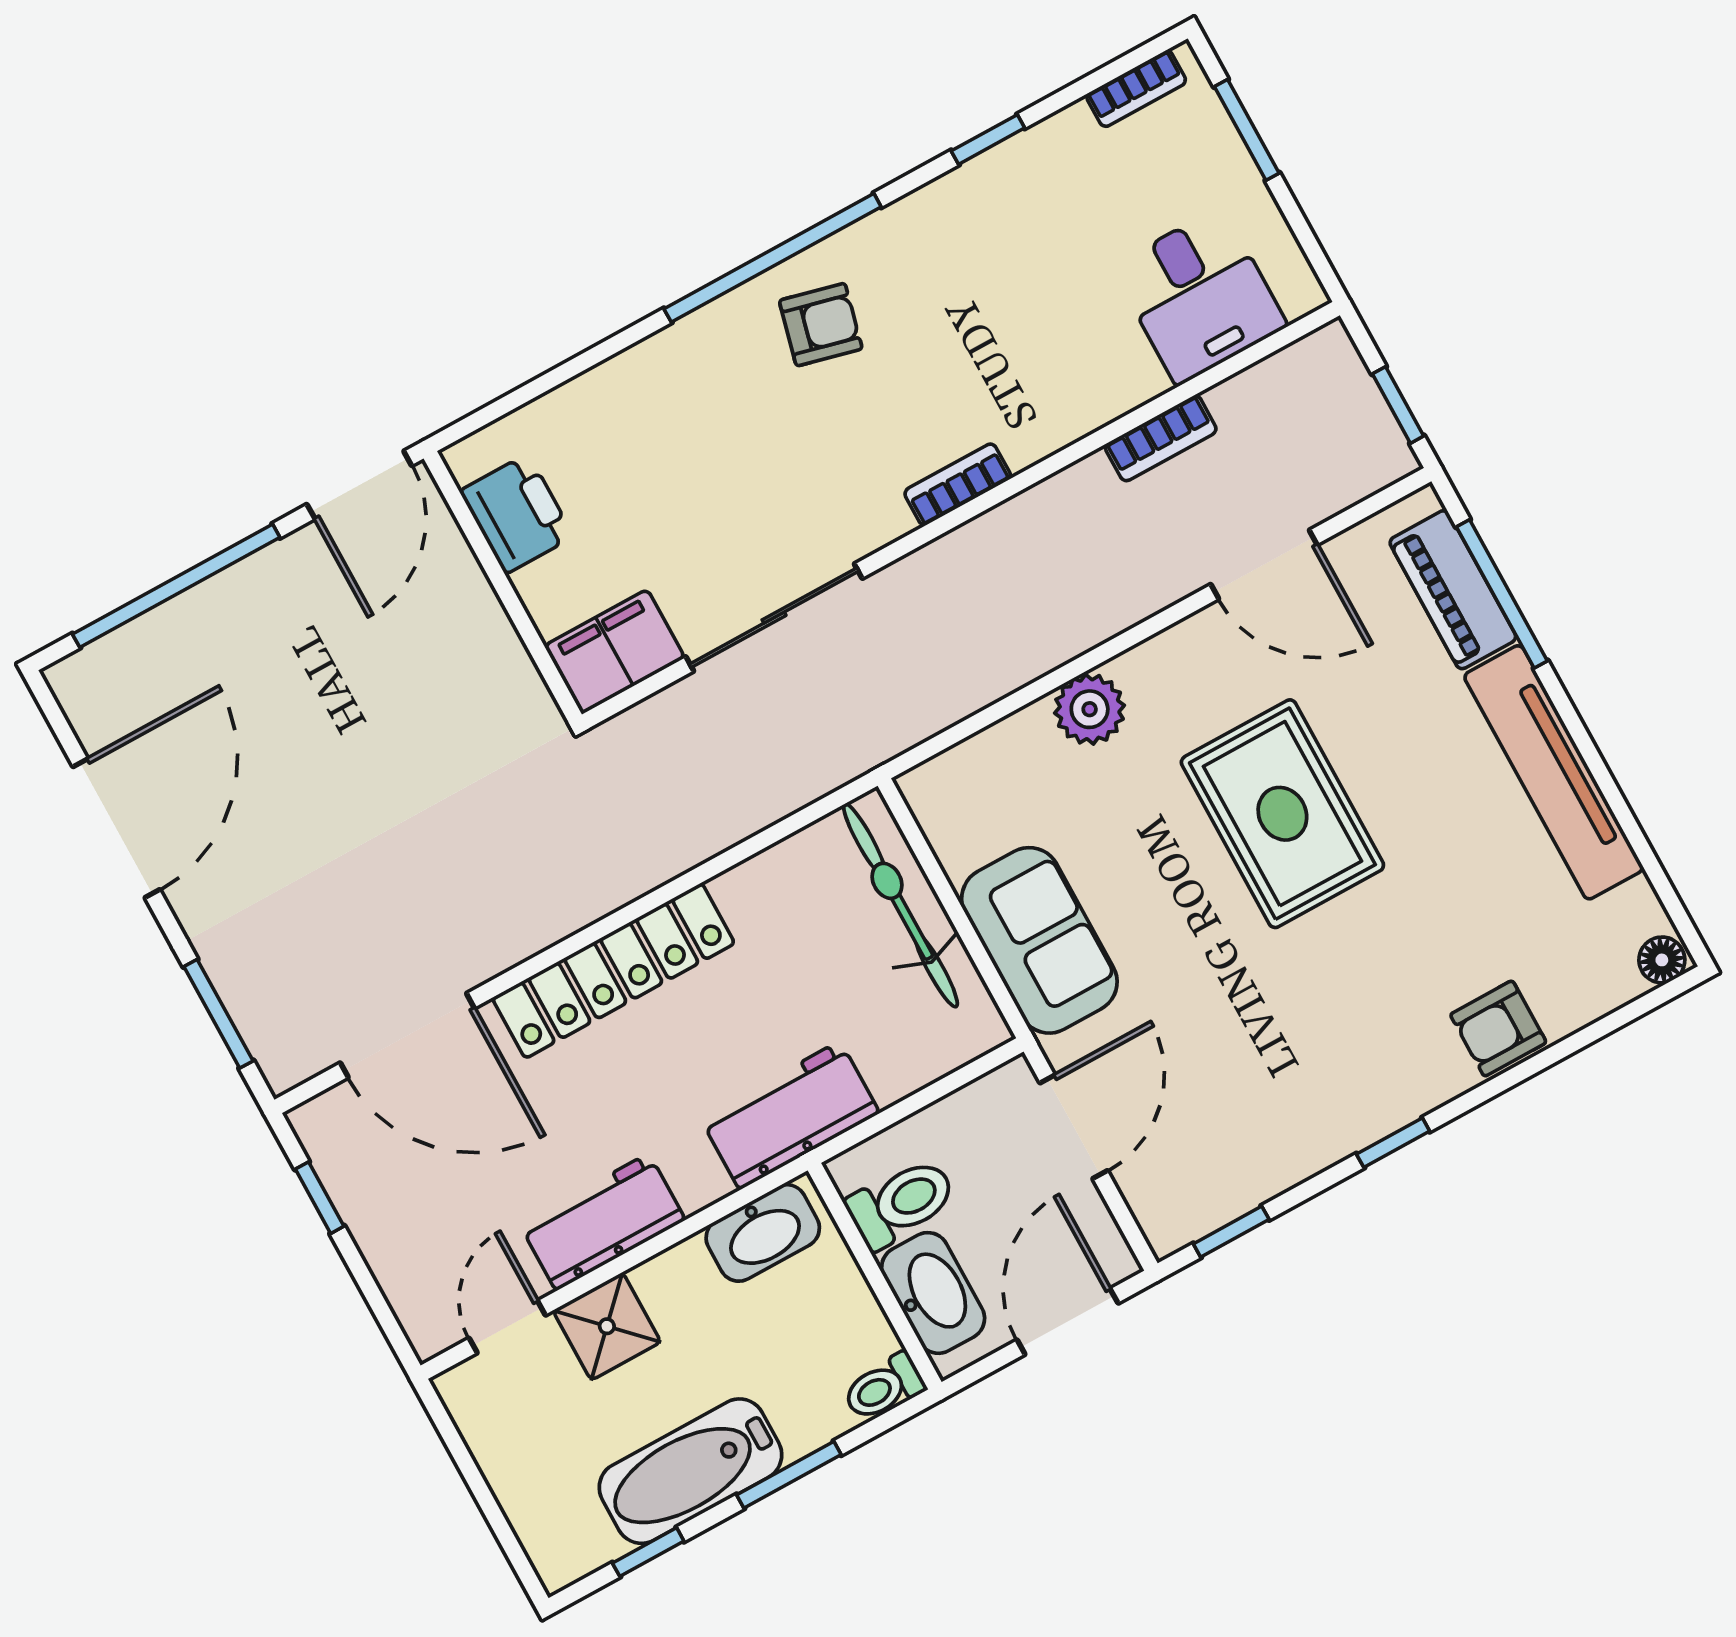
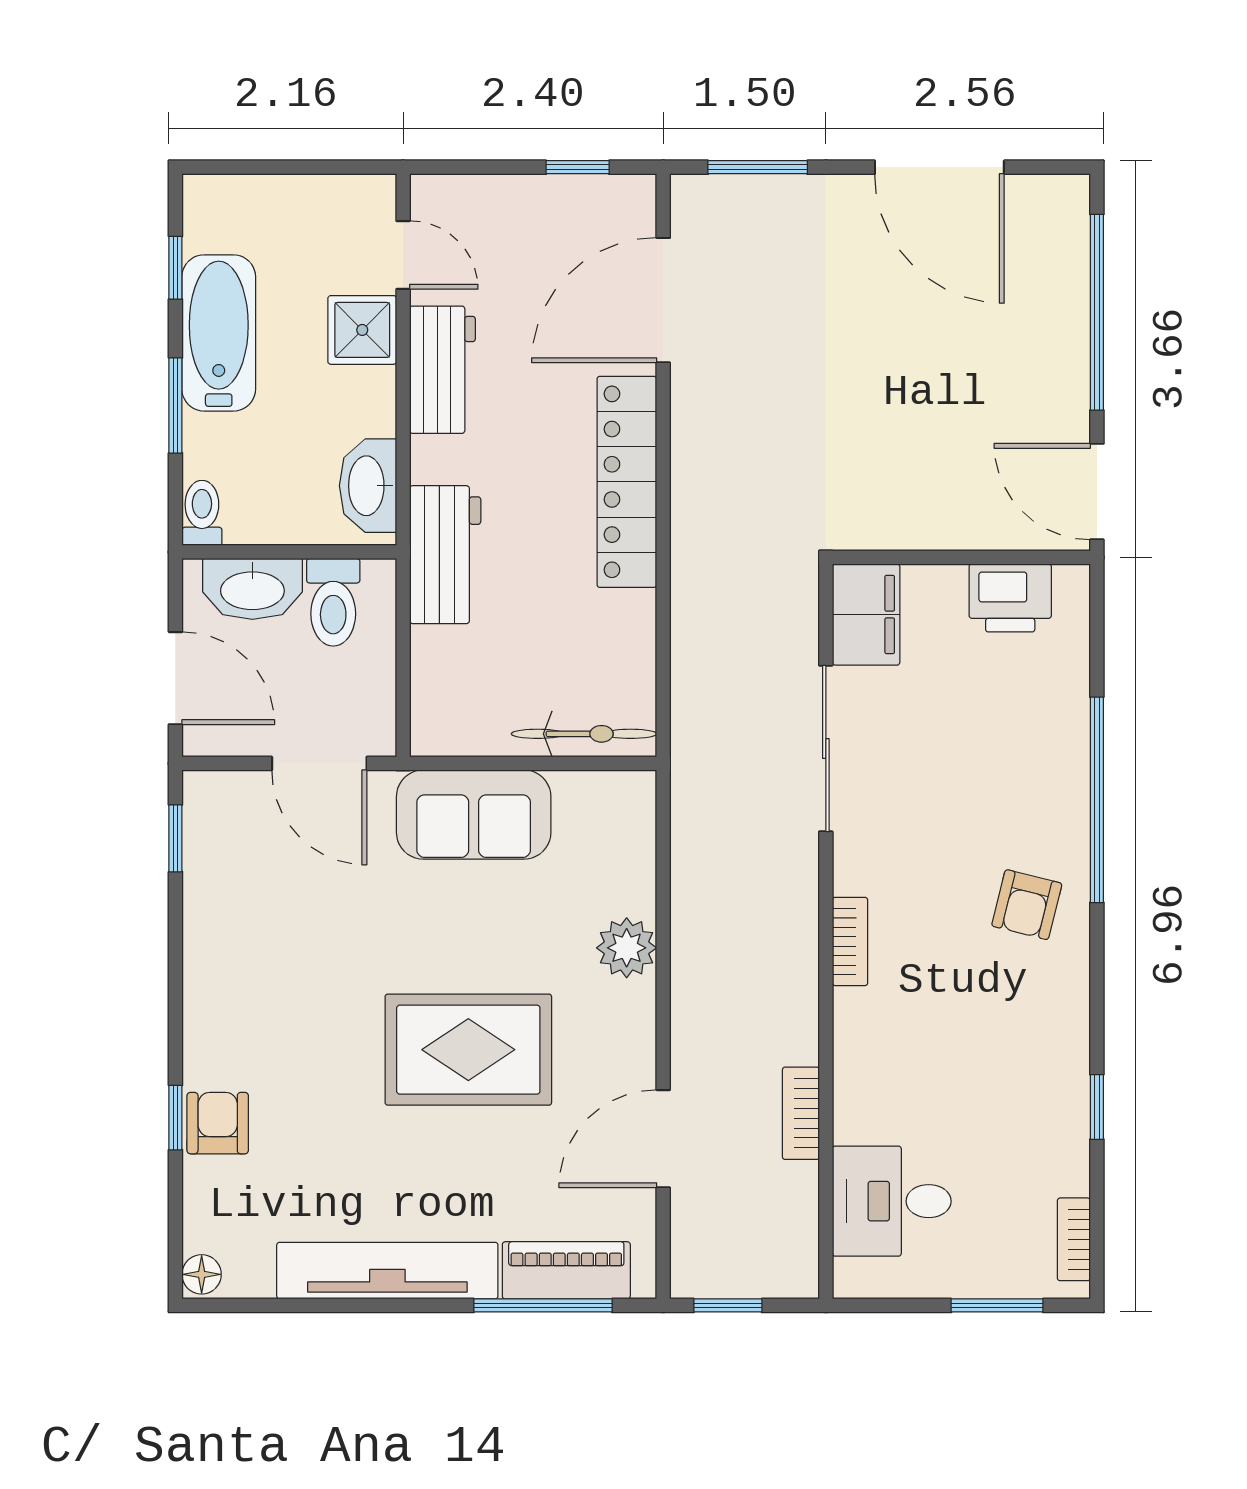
window: (773, 258) -> (1097, 800), moved
bicycle: (900, 905) -> (584, 734), width x0.73, depth x0.71
window: (1393, 1143) -> (175, 1118), moved

